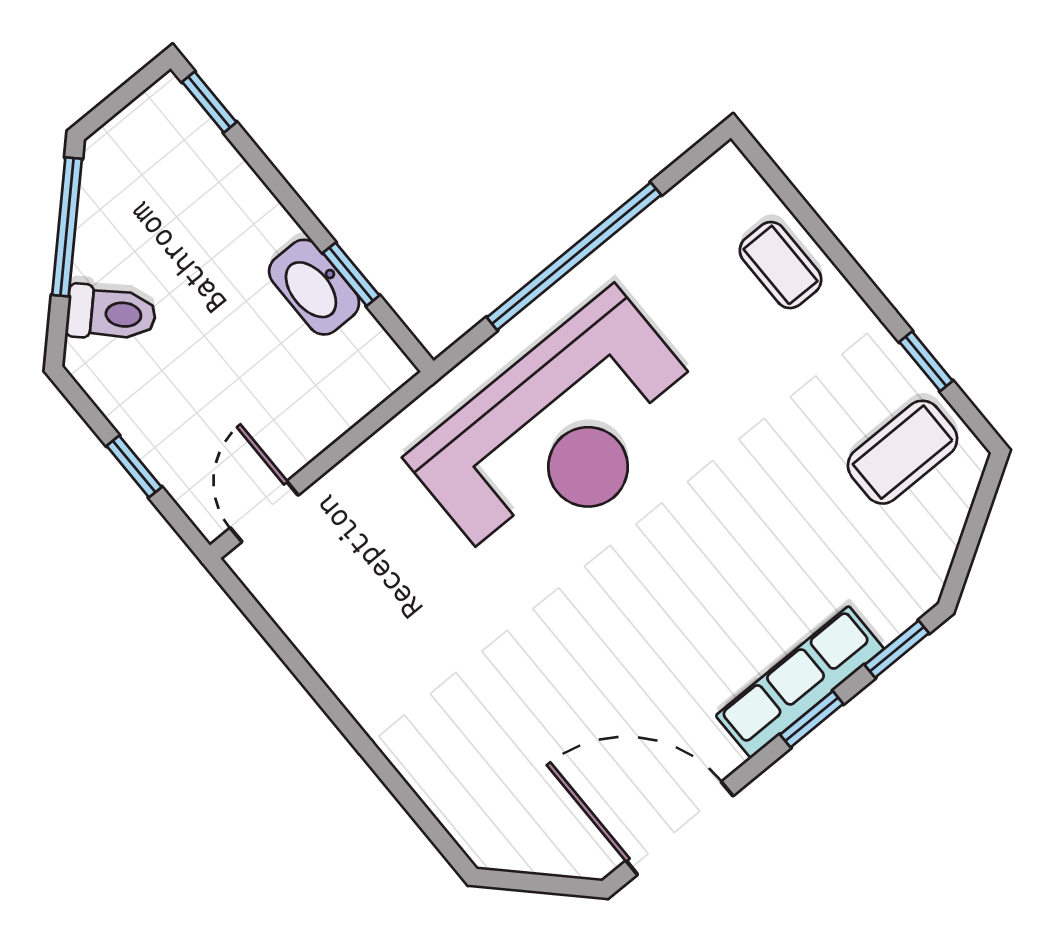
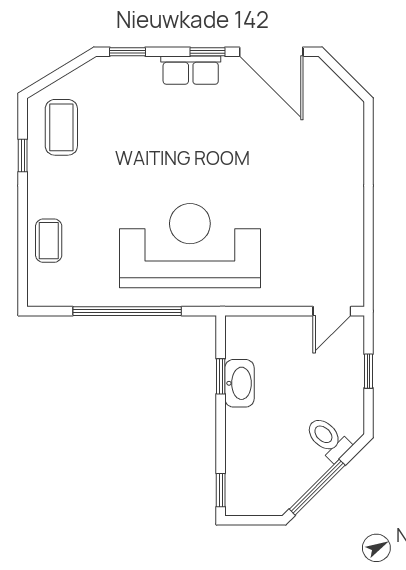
coffee table: (903, 452) -> (61, 127), turned 90
row of seats: (800, 682) -> (191, 70), width x0.68
window: (812, 719) -> (208, 52), moved

